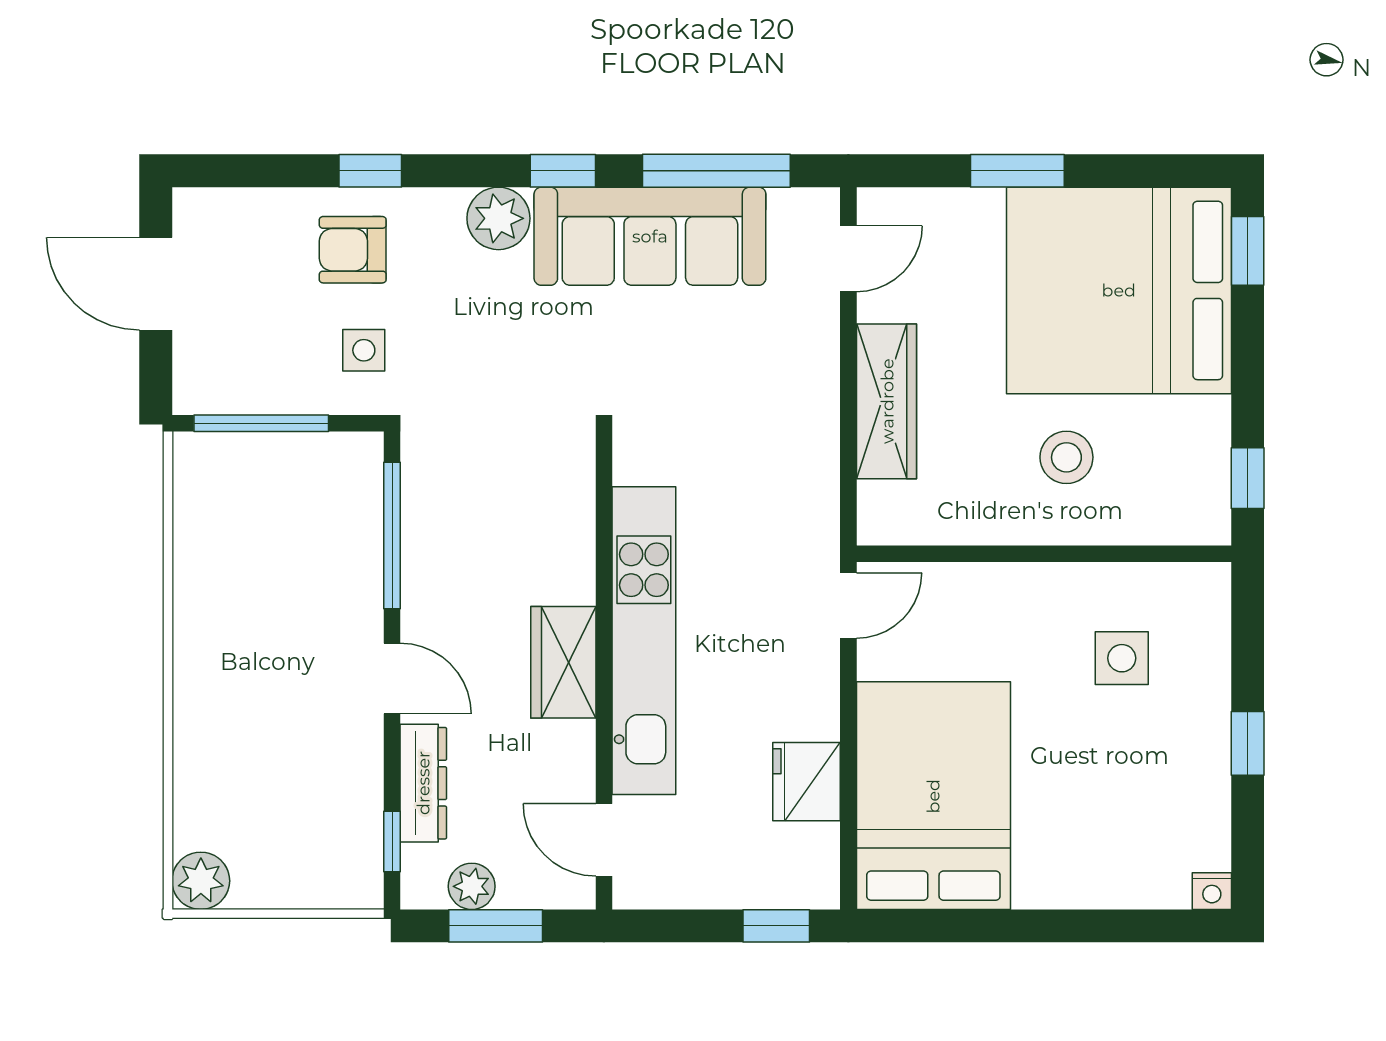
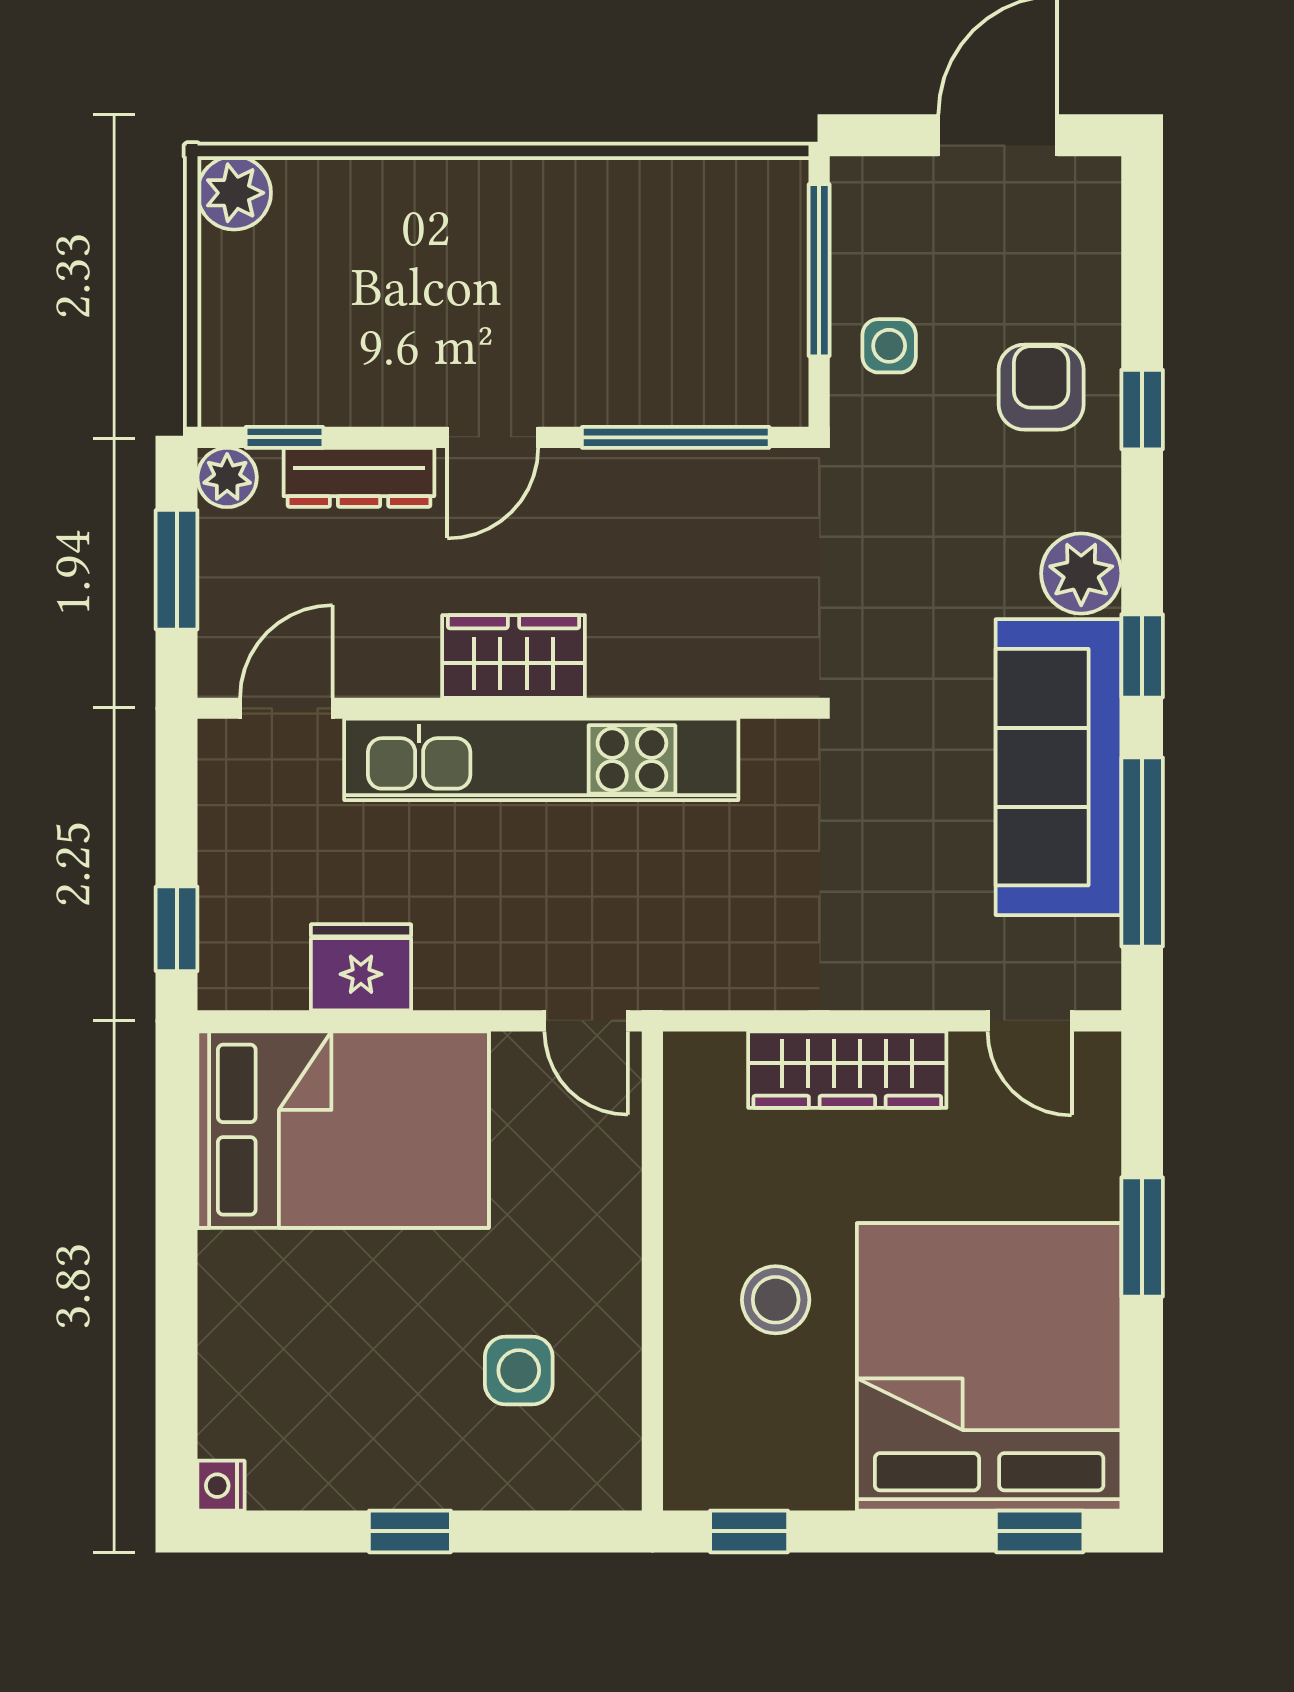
side table: (364, 350) -> (889, 346), moved
plant: (472, 886) -> (227, 477), moved

